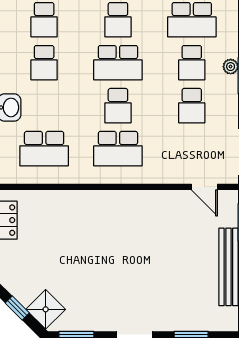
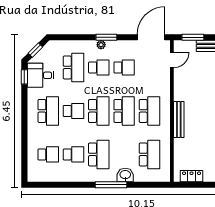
school desk: (44, 63) -> (99, 154), width x1.85
school desk: (118, 106) -> (124, 111), width x1.85
bench: (103, 198) -> (179, 120), added

